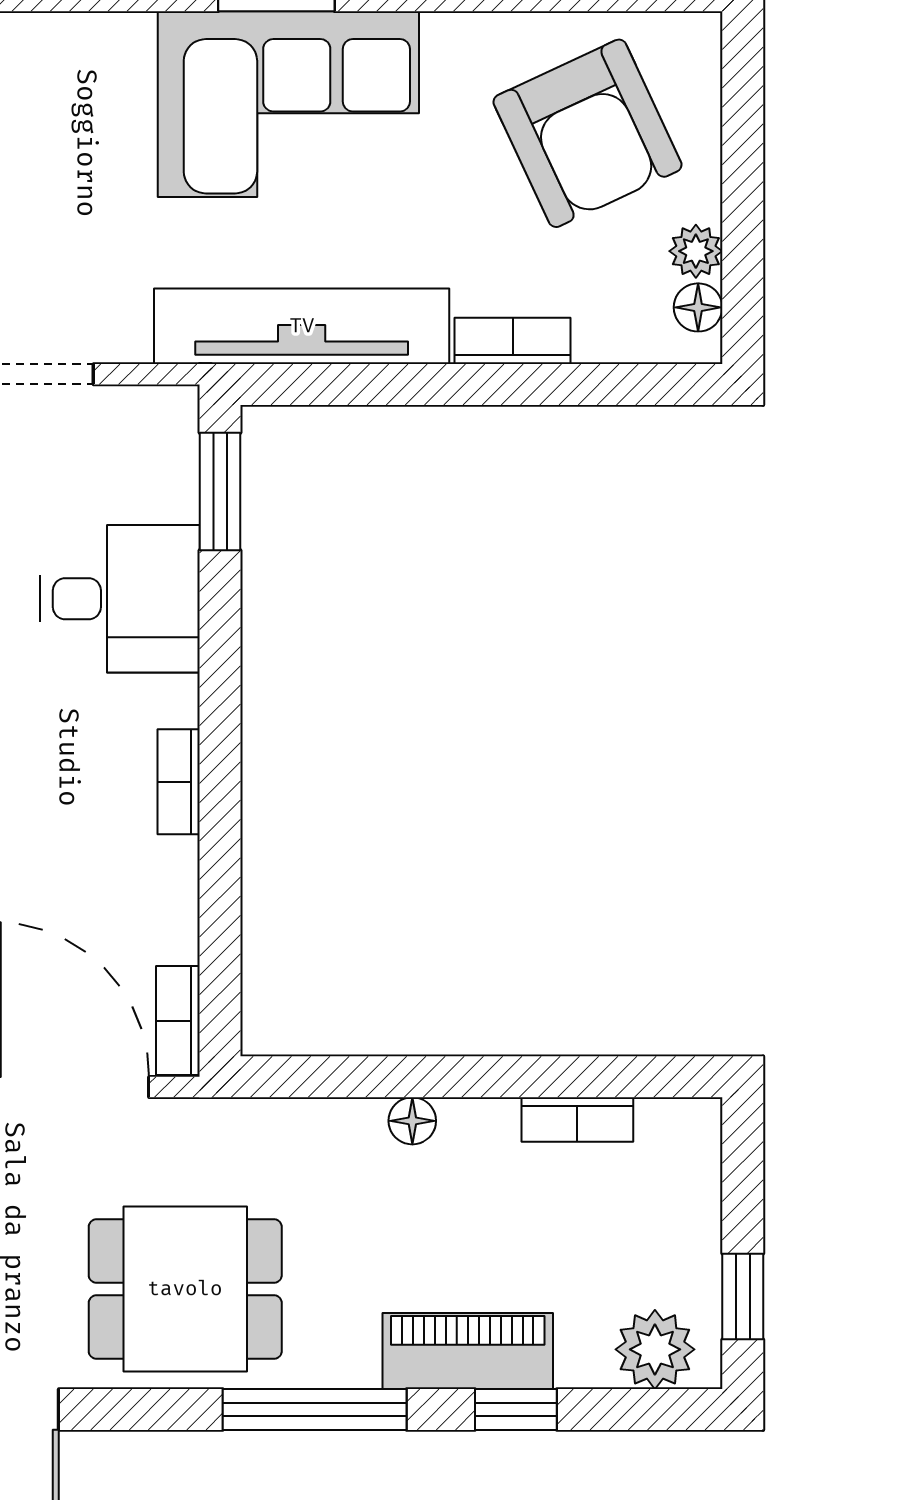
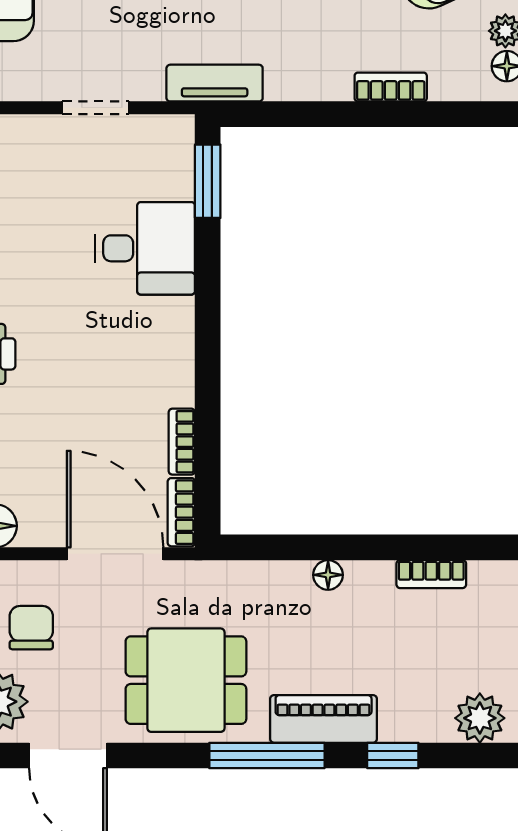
tv unit: (302, 326) -> (215, 83), width x0.52, depth x0.78
bookcase: (179, 782) -> (182, 442), moved
piano: (468, 1351) -> (324, 719), moved

